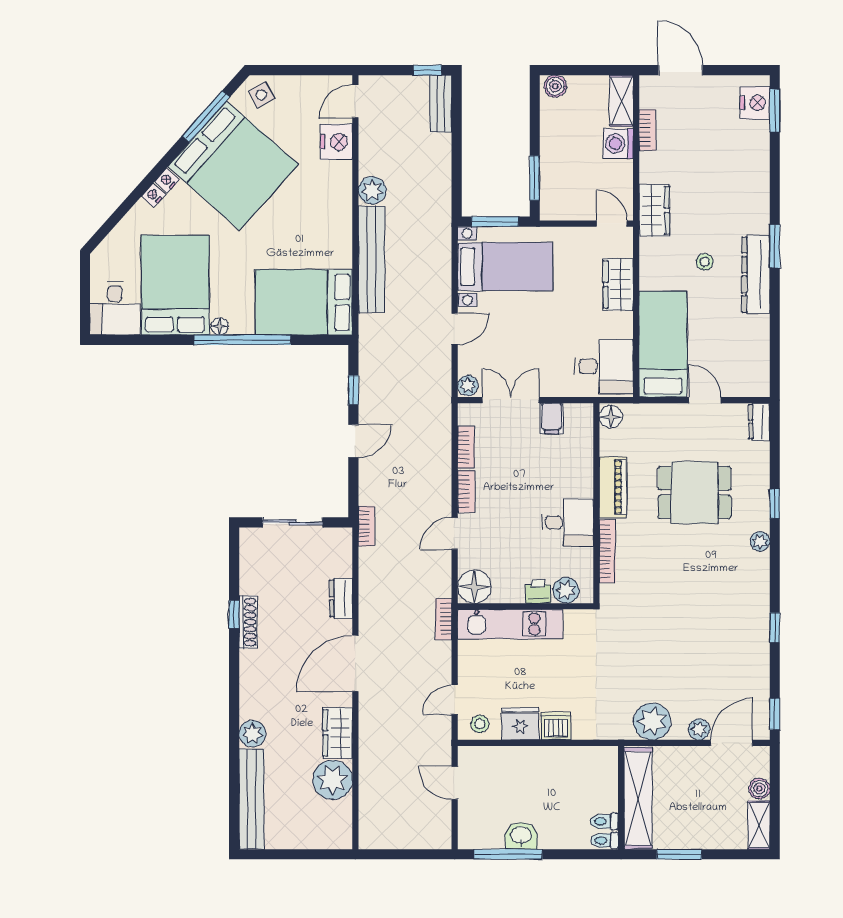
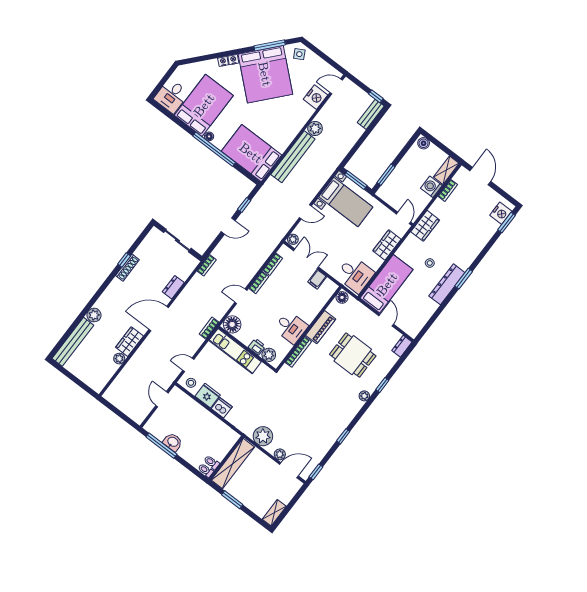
plant: (333, 780) -> (119, 359), width x0.53, depth x0.53
boiler: (759, 789) -> (286, 498), removed

